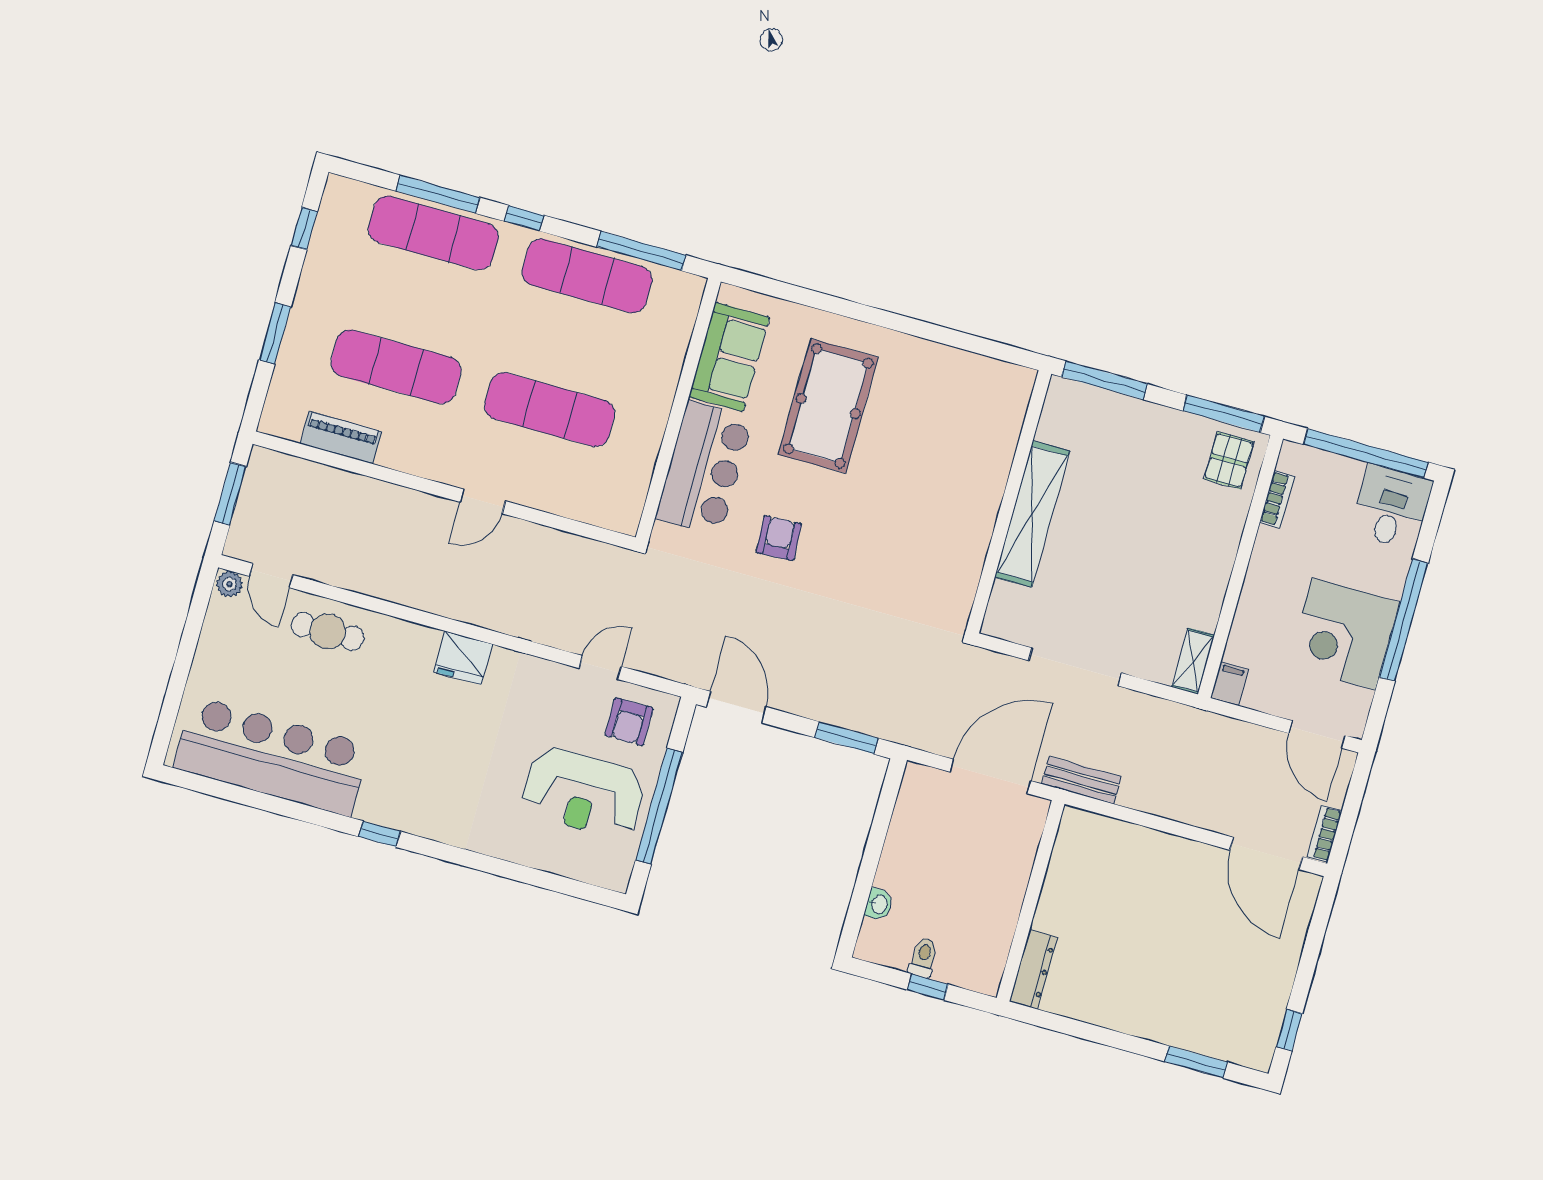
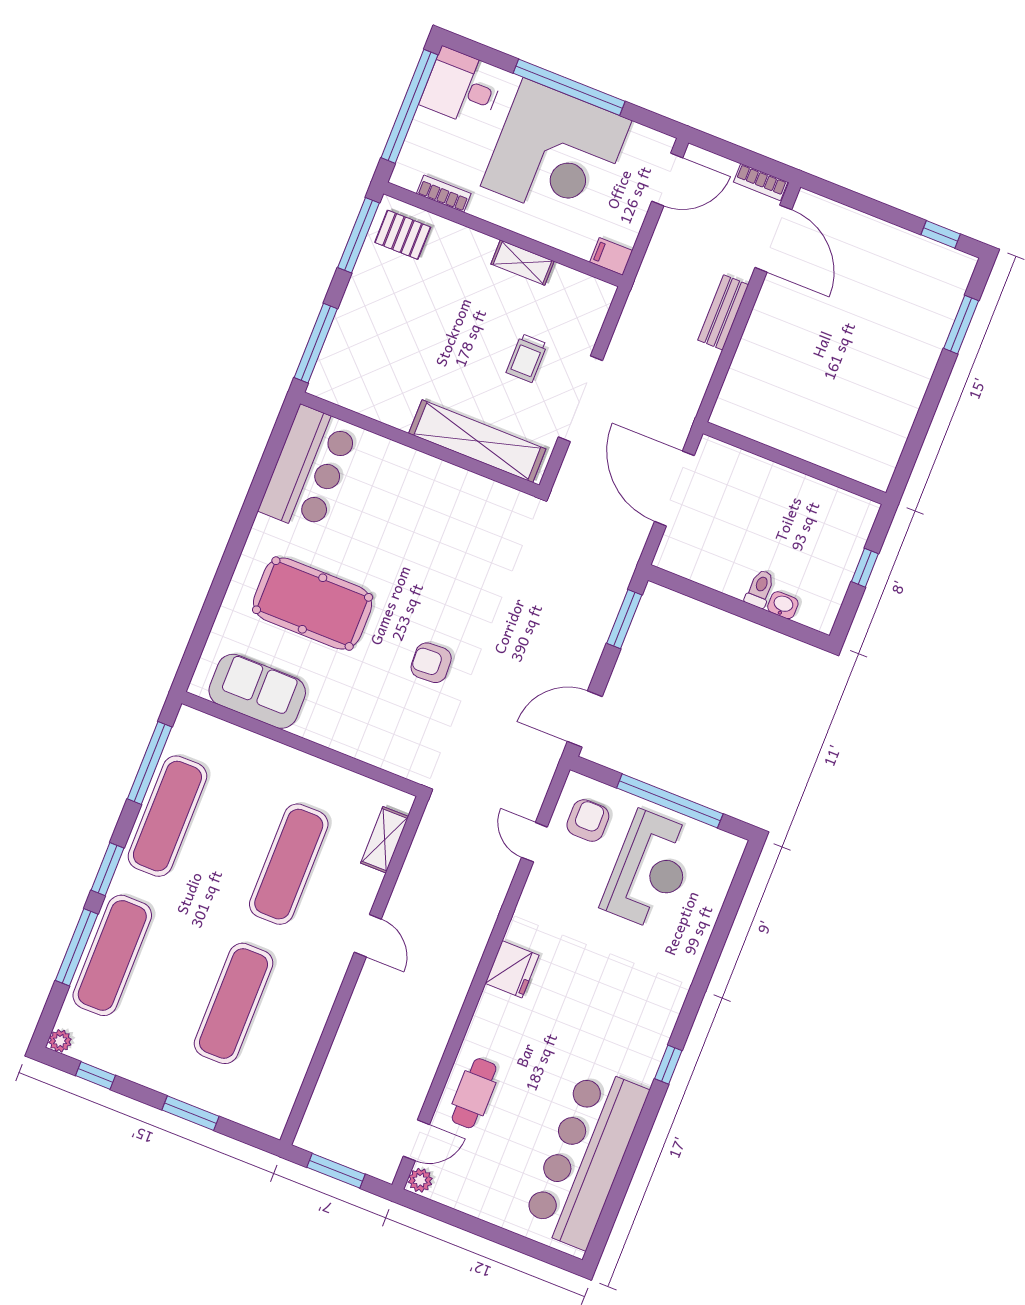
plant: (337, 187) -> (60, 1041), added
window: (524, 218) -> (108, 869), width x1.50
piano: (341, 438) -> (294, 1062), removed
bar counter: (704, 468) -> (309, 469), moved, turned 90
shelving: (586, 508) -> (385, 840), added
shelving: (1032, 514) -> (477, 441), moved
trolley: (1112, 605) -> (527, 358), added
corner desk: (1344, 634) -> (556, 153), width x1.36, depth x1.36
shelving: (1193, 661) -> (523, 263), moved
armchair: (629, 722) -> (588, 821), turned -90
bench: (1082, 780) -> (723, 312), moved
door: (1266, 853) -> (773, 239), hinge flipped
toilet: (923, 957) -> (760, 589), moved, turned 90
dresser: (1033, 969) -> (859, 467), removed

